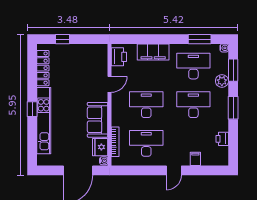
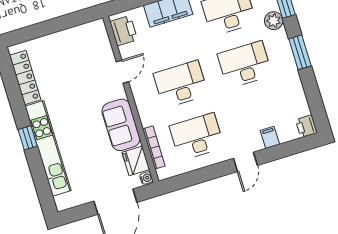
window: (63, 39) -> (40, 30), removed
printer: (222, 139) -> (306, 126), moved

